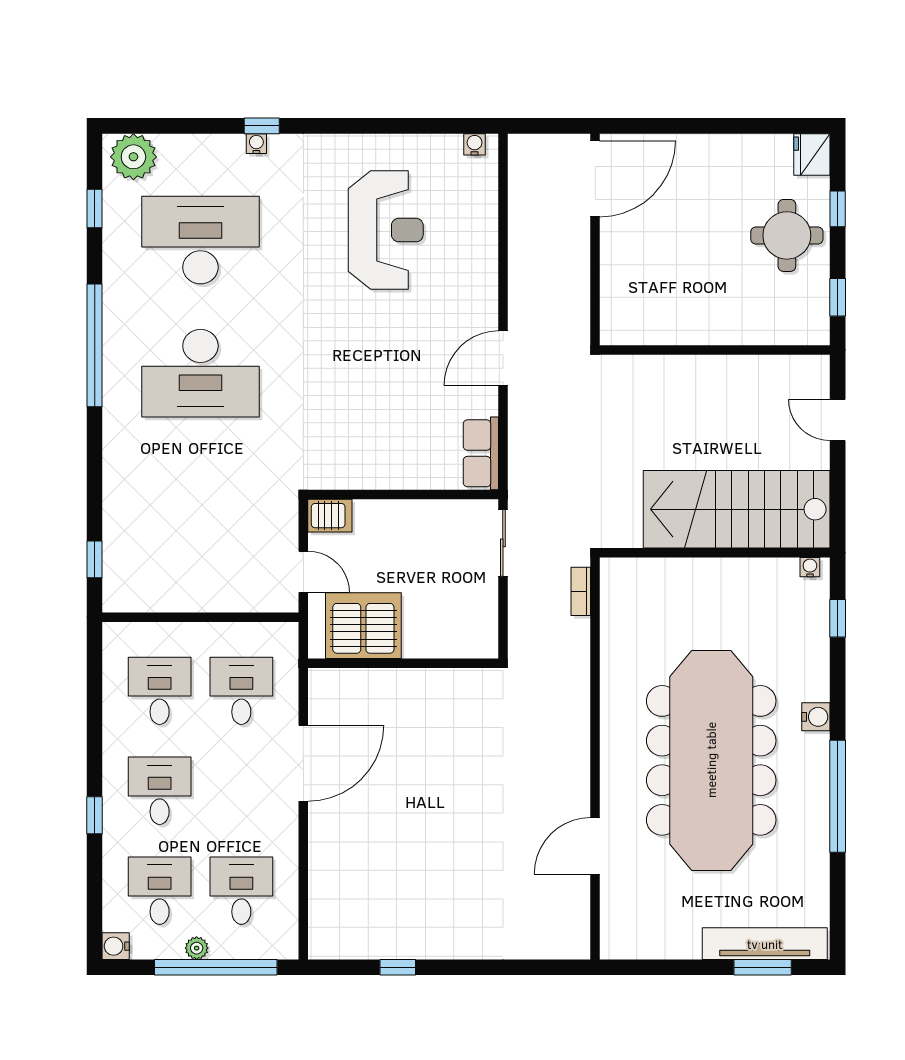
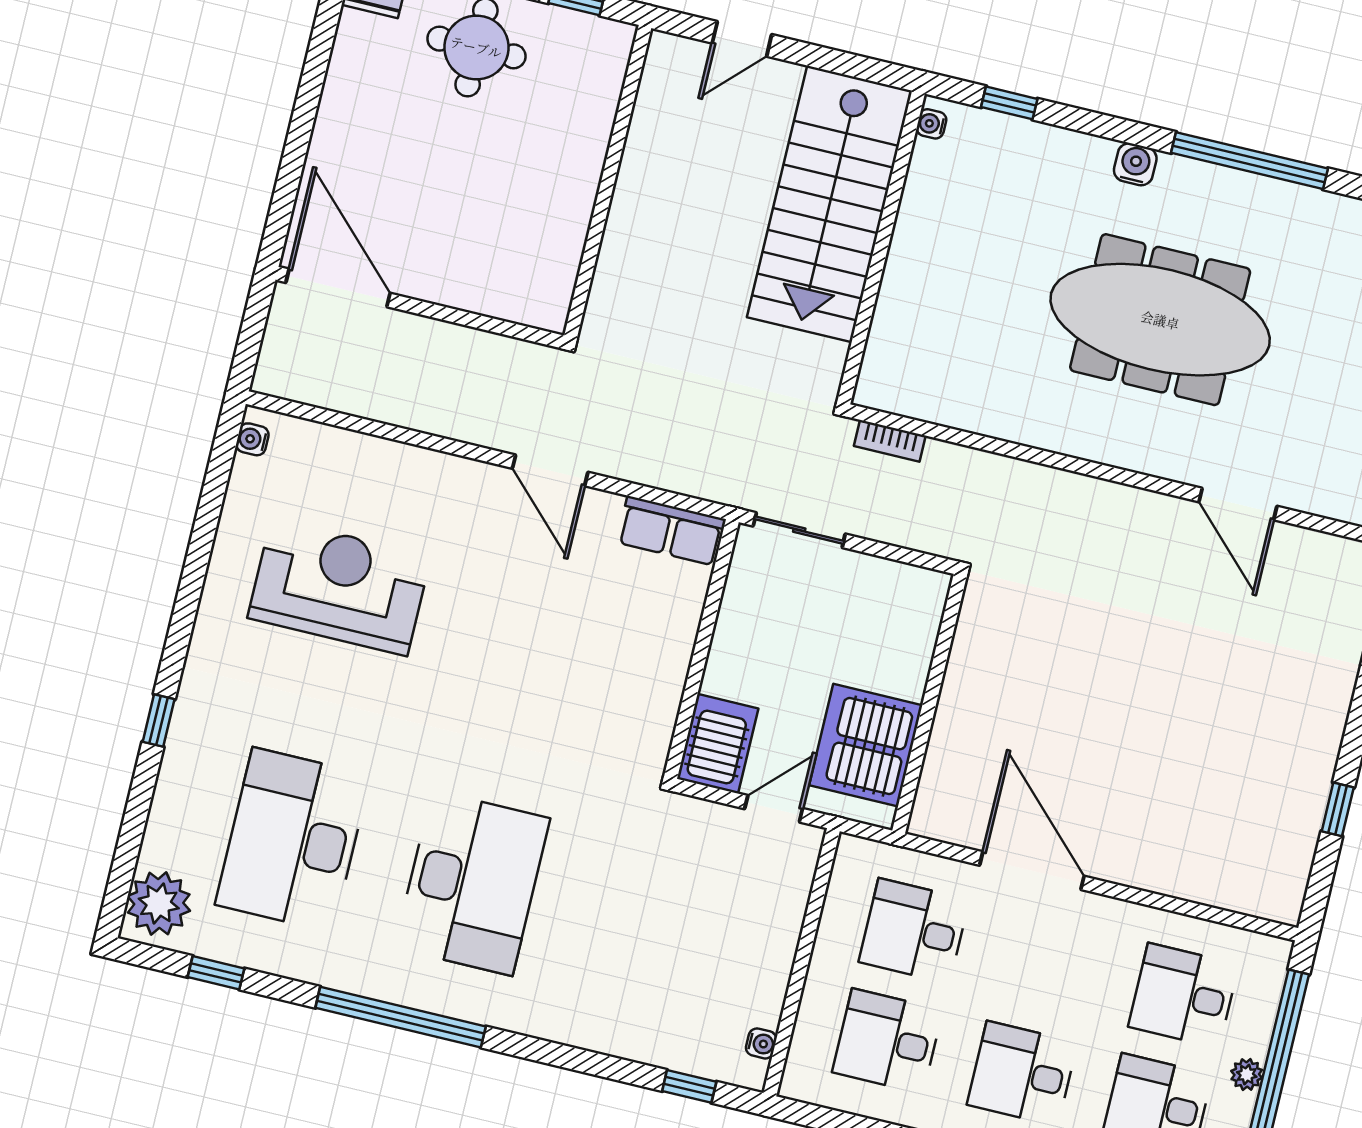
water cooler: (256, 144) -> (761, 1043), moved, turned 180
server rack: (330, 516) -> (718, 744), width x1.36, depth x1.44
meeting table: (711, 760) -> (1160, 320), width x0.73, depth x0.79

